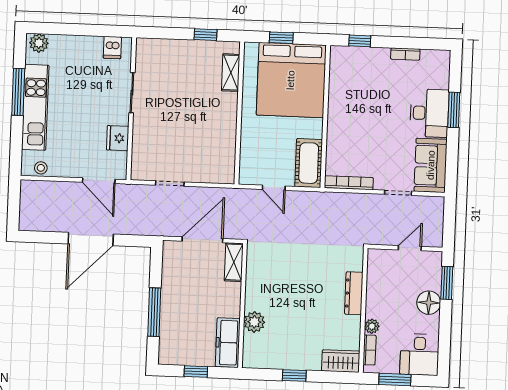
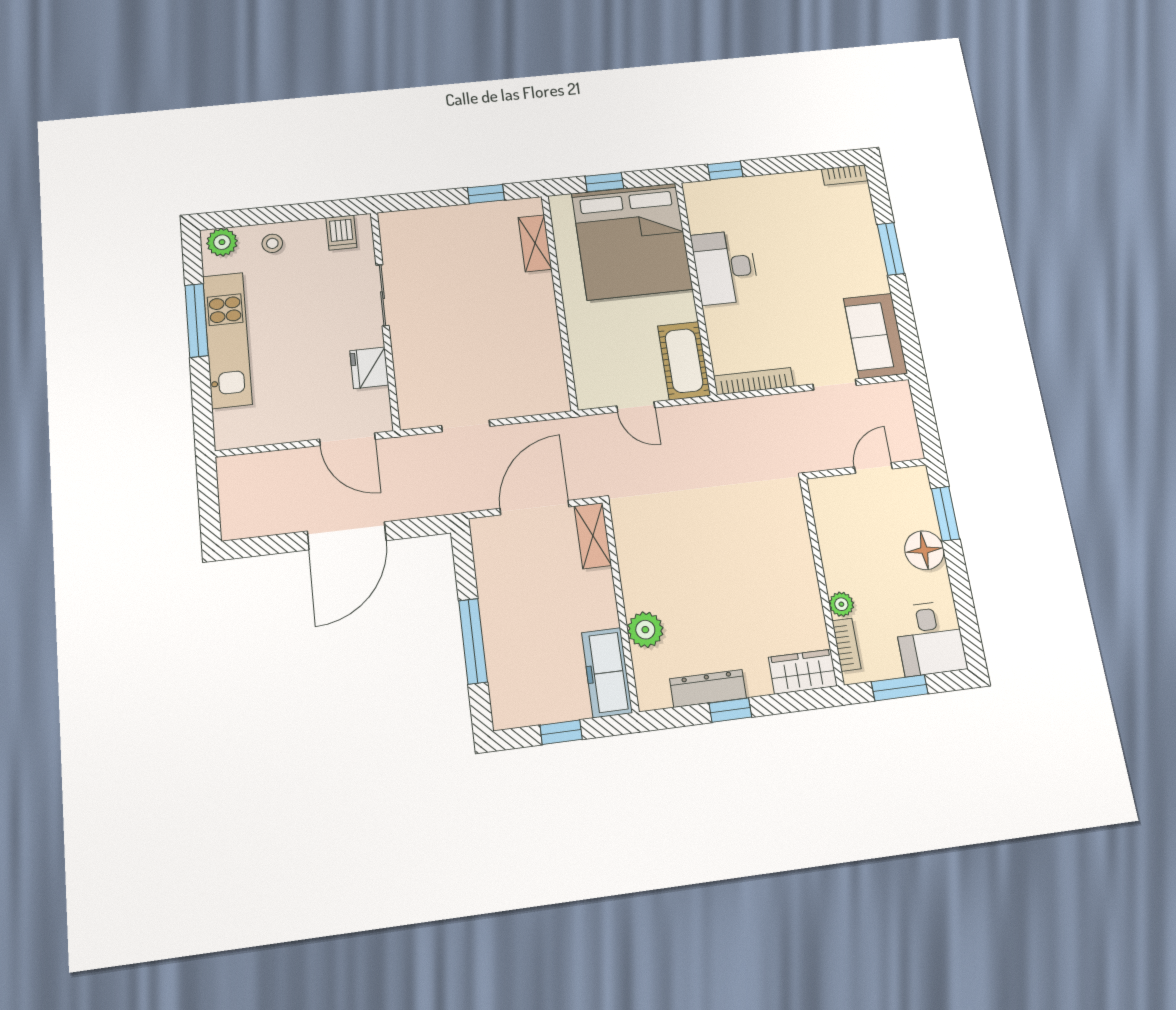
bookcase: (405, 54) -> (845, 175), moved
desk: (429, 113) -> (725, 267), moved, turned 180
stool: (41, 168) -> (272, 243), moved
dresser: (354, 293) -> (708, 688), moved, turned 90

